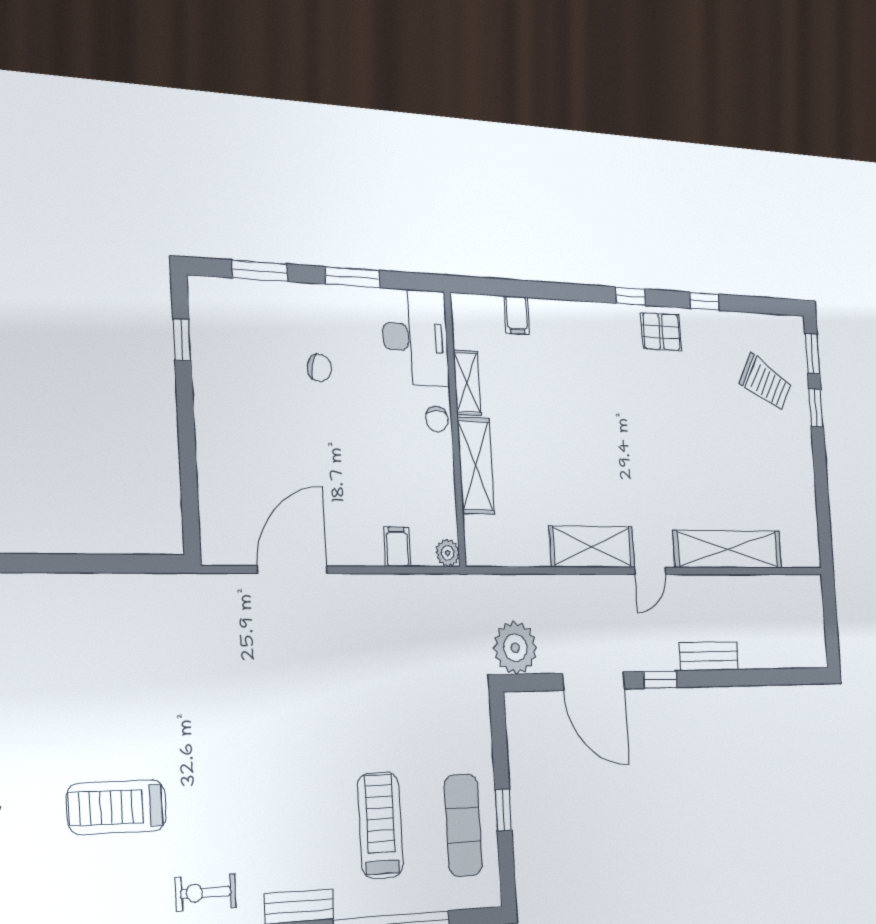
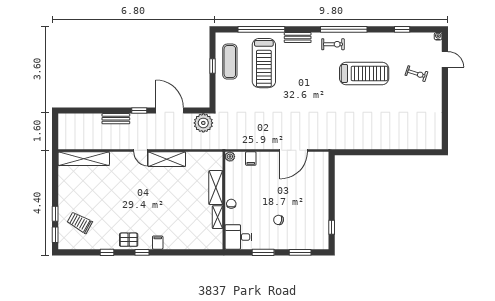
filing cabinet: (517, 315) -> (158, 243), moved
desk: (415, 337) -> (238, 237), width x0.73
shelving: (728, 549) -> (84, 159), moved
door: (650, 571) -> (141, 150), swing flipped
treadmill: (117, 807) -> (364, 73), width x1.37, depth x1.37
treadmill: (380, 825) -> (264, 63), width x1.37, depth x1.38

